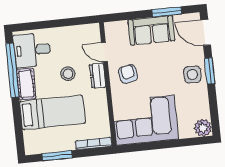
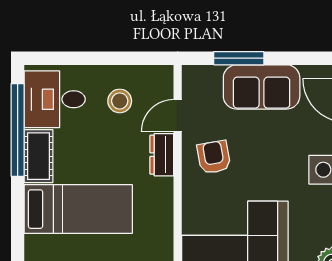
window: (167, 12) -> (239, 58), moved
door: (104, 52) -> (178, 116), hinge flipped
stool: (68, 74) -> (120, 101), moved

